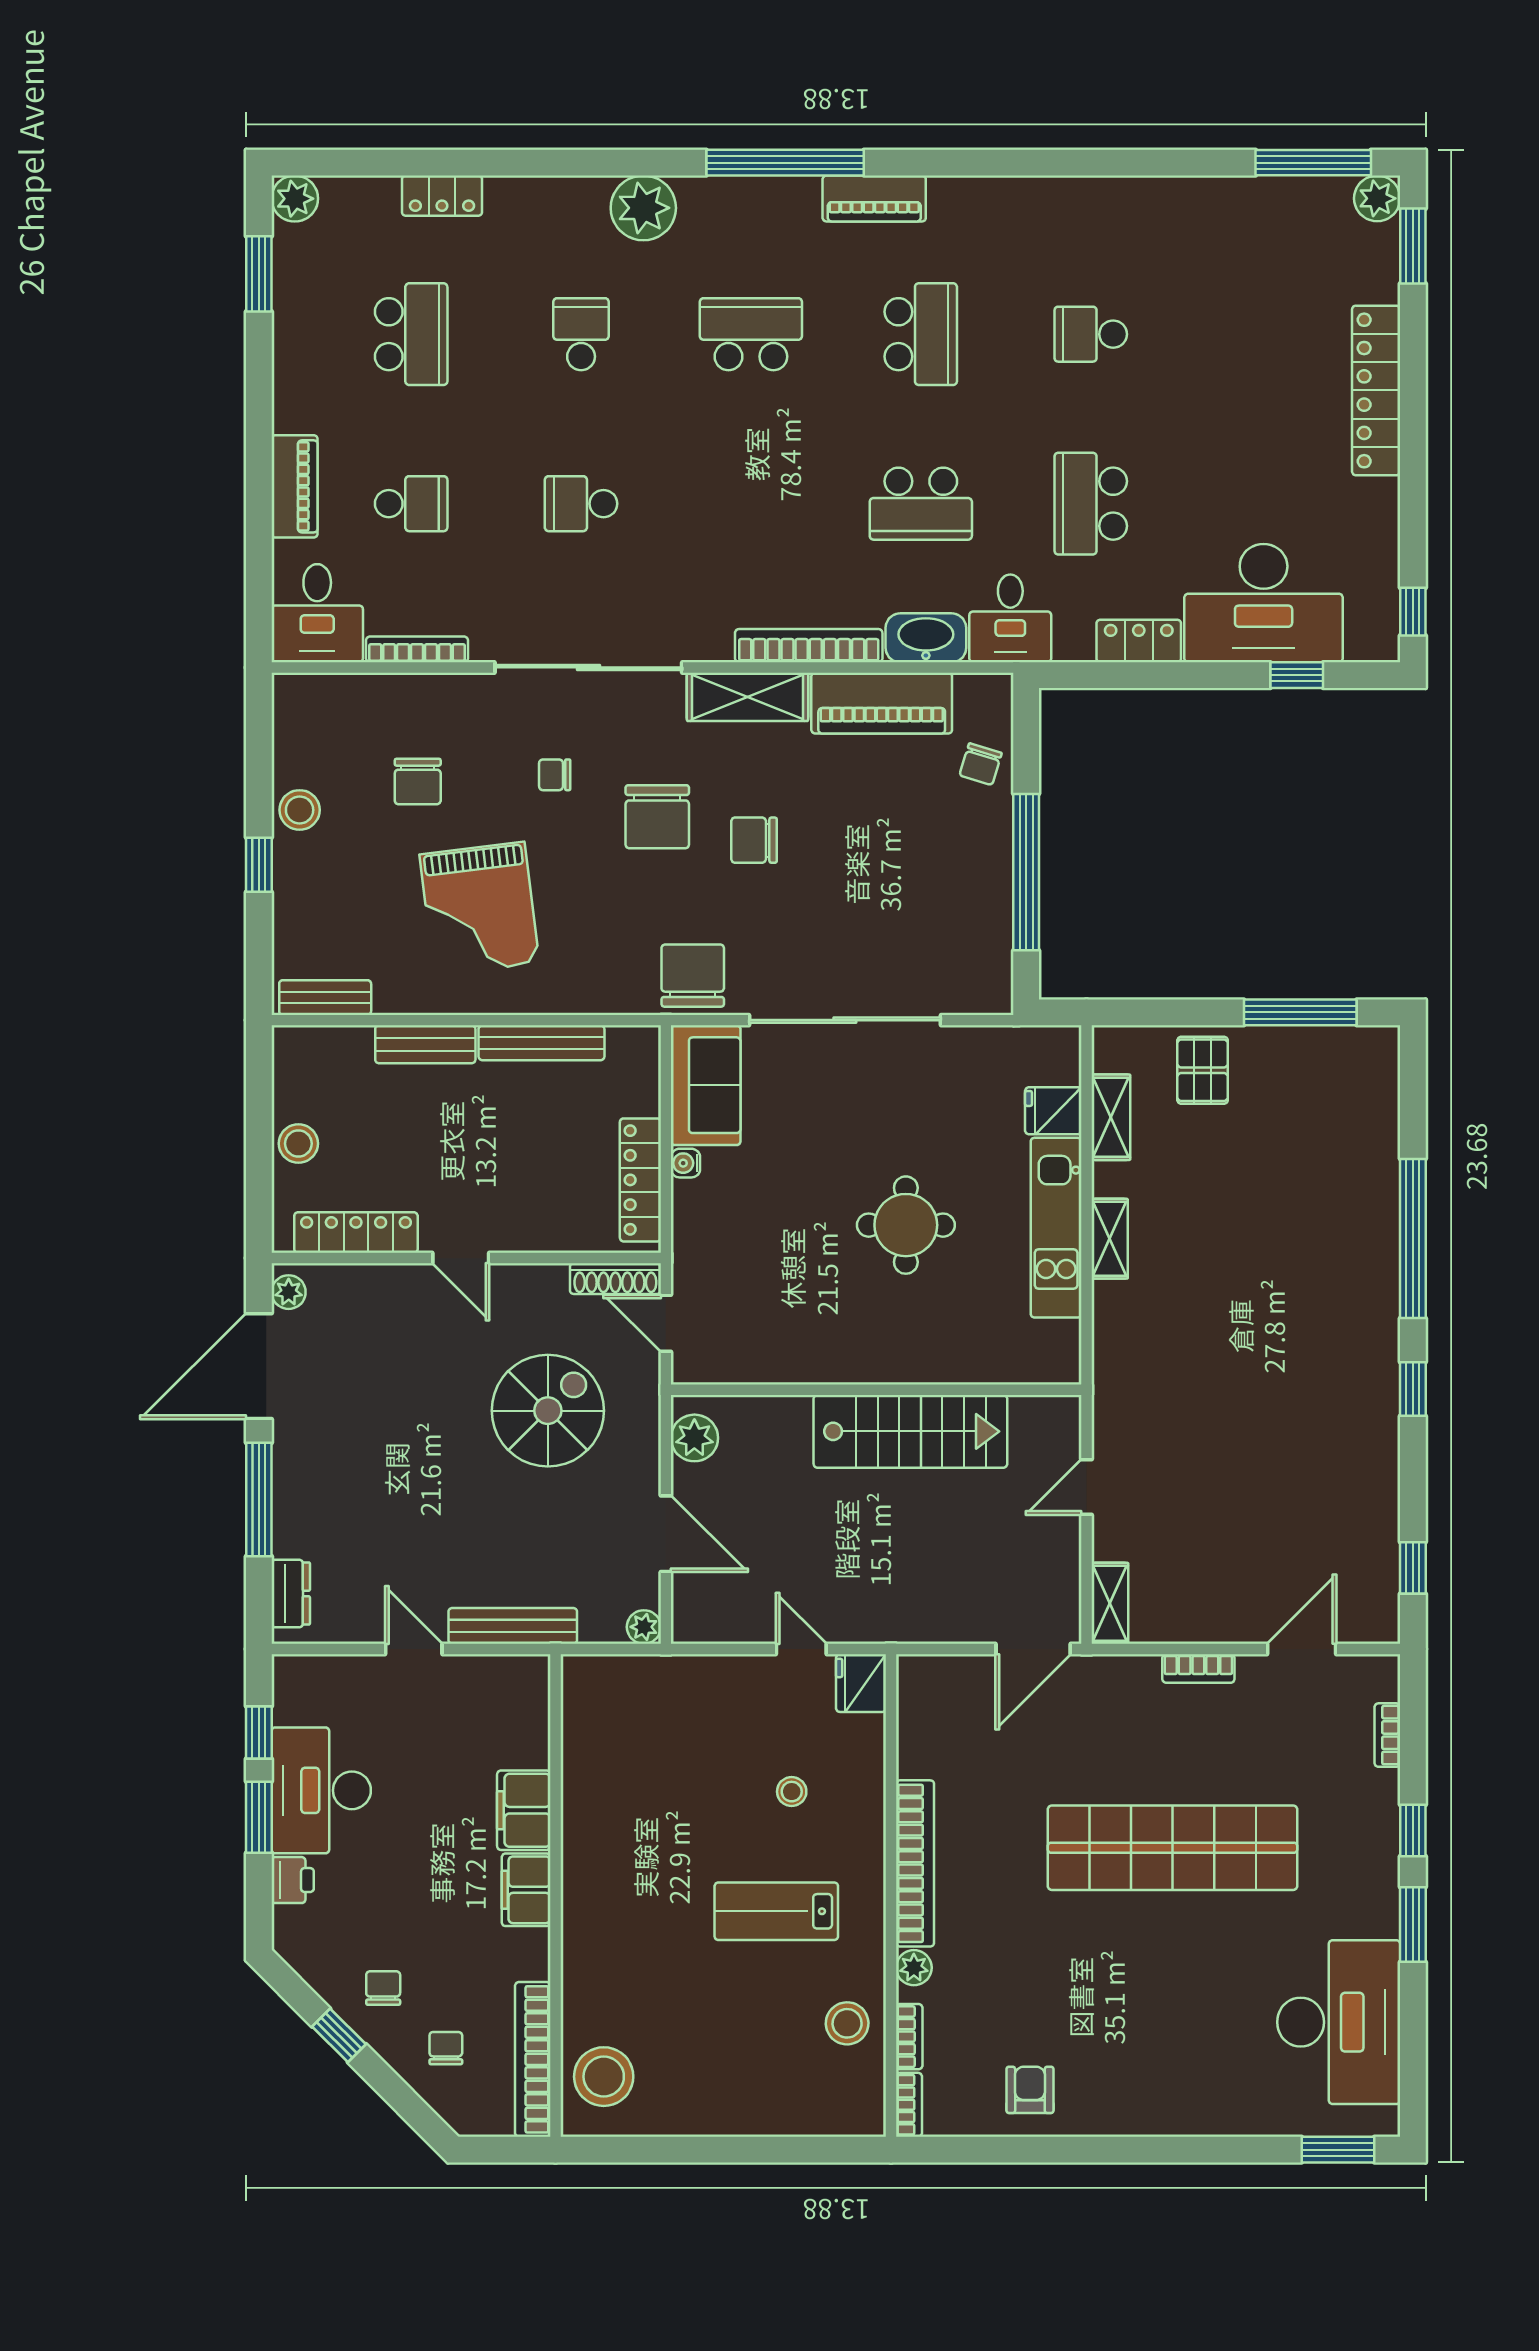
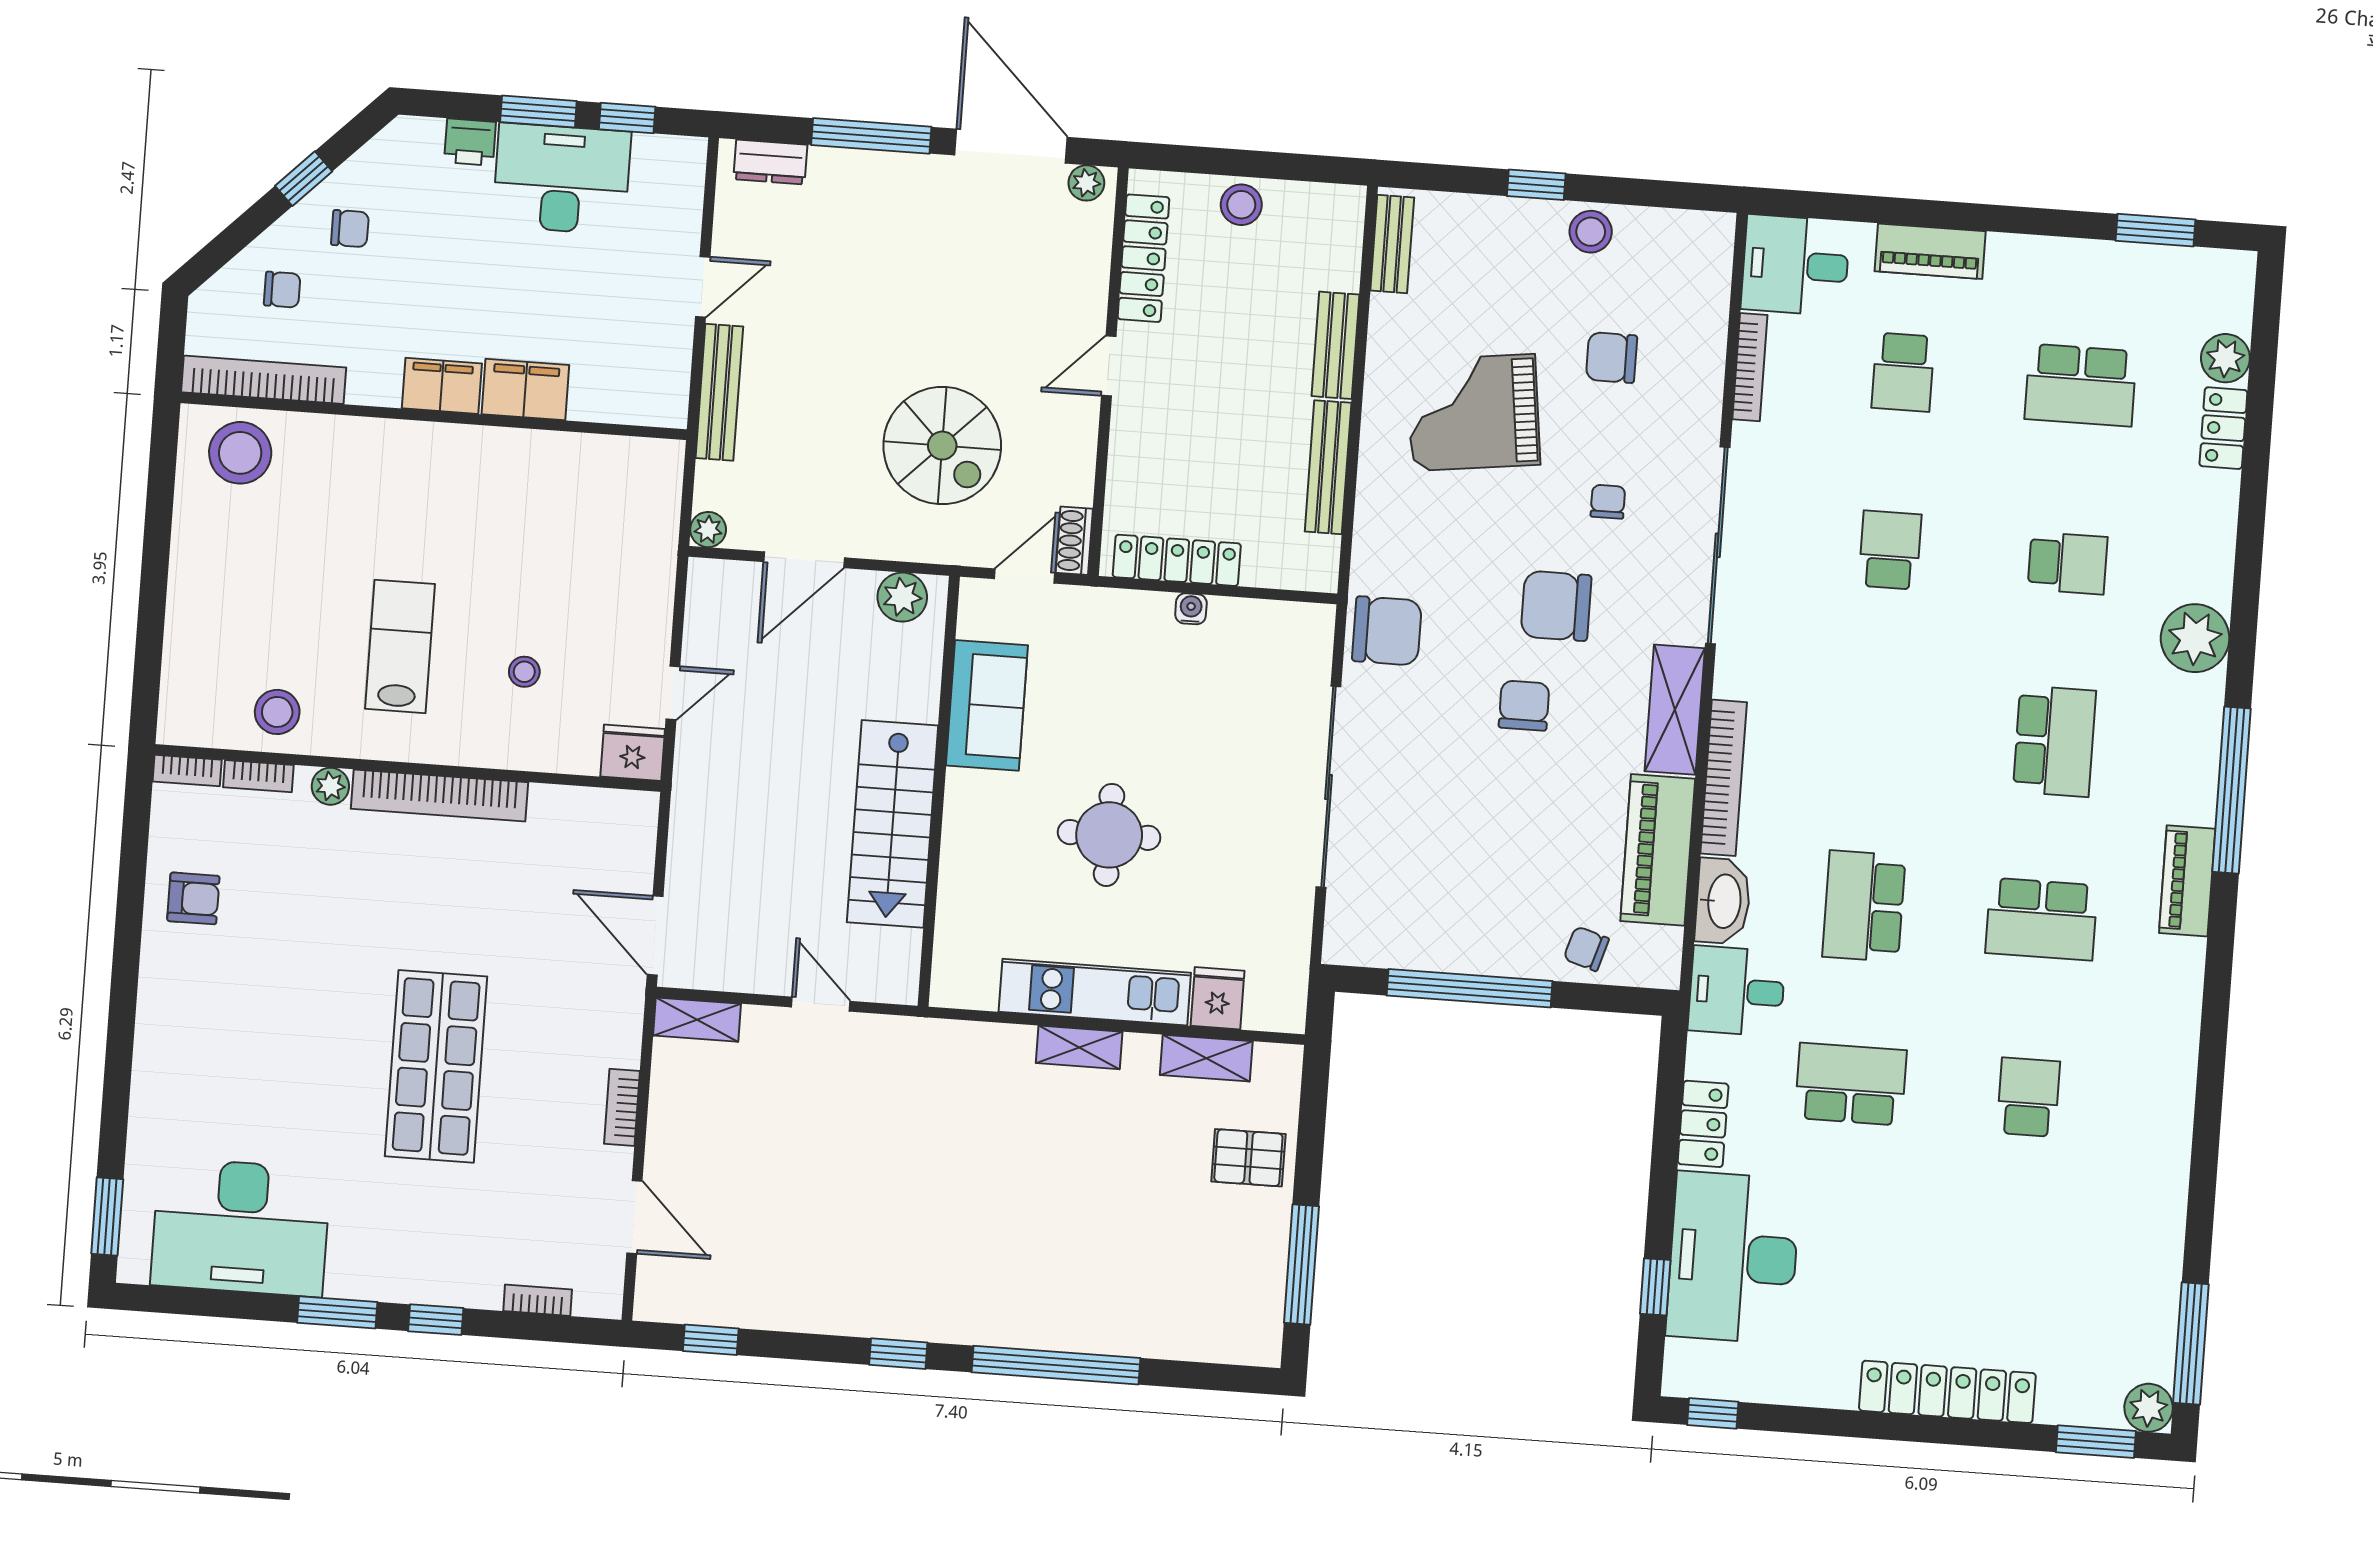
plant: (295, 199) -> (2225, 358), moved
sofa: (706, 1085) -> (987, 705), moved, turned -90
shoe rack: (615, 1279) -> (1074, 541), width x0.70
shop shelf: (1172, 1848) -> (436, 1066), width x0.71

